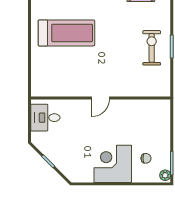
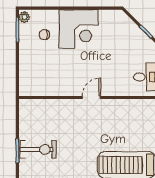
exercise bike: (152, 48) -> (38, 149), turned -90

